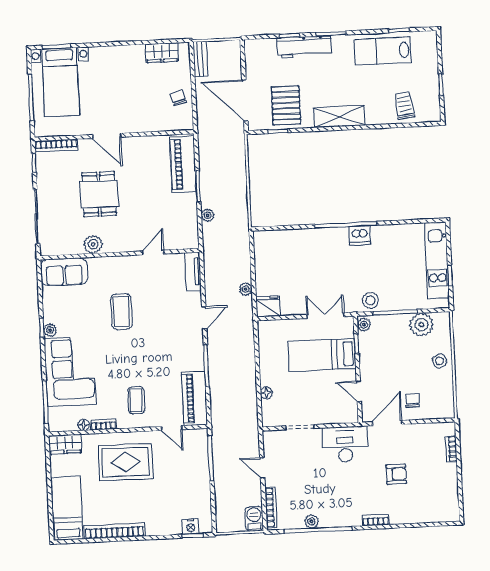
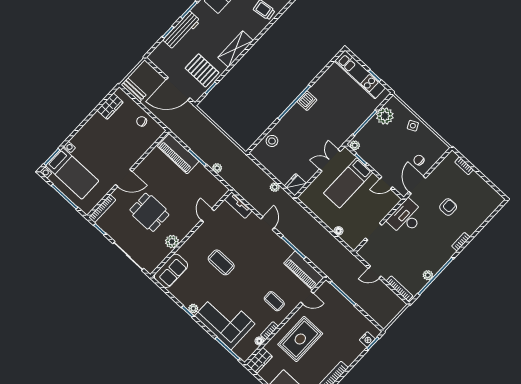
stool: (370, 300) -> (272, 141), moved
barbecue: (254, 519) -> (396, 303), removed

